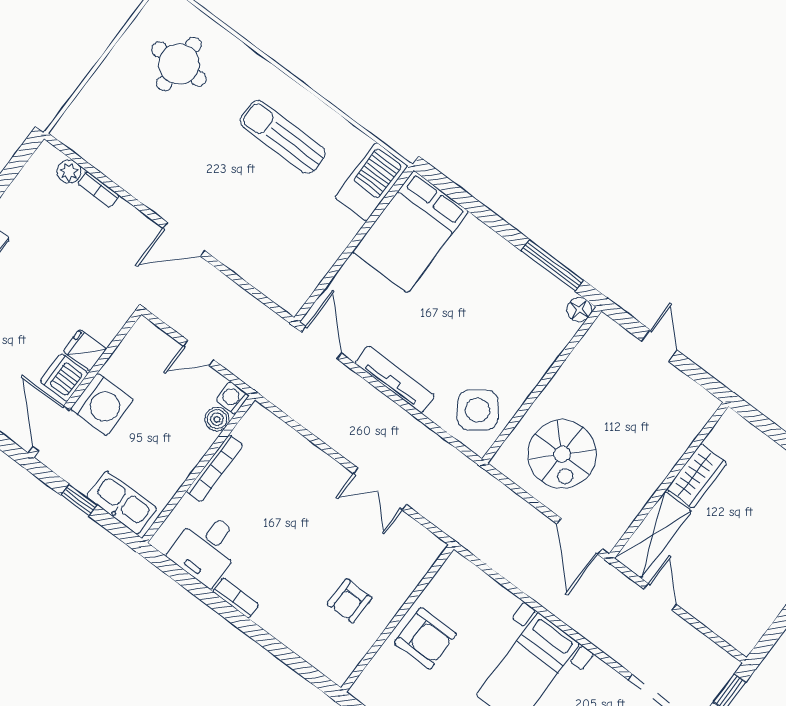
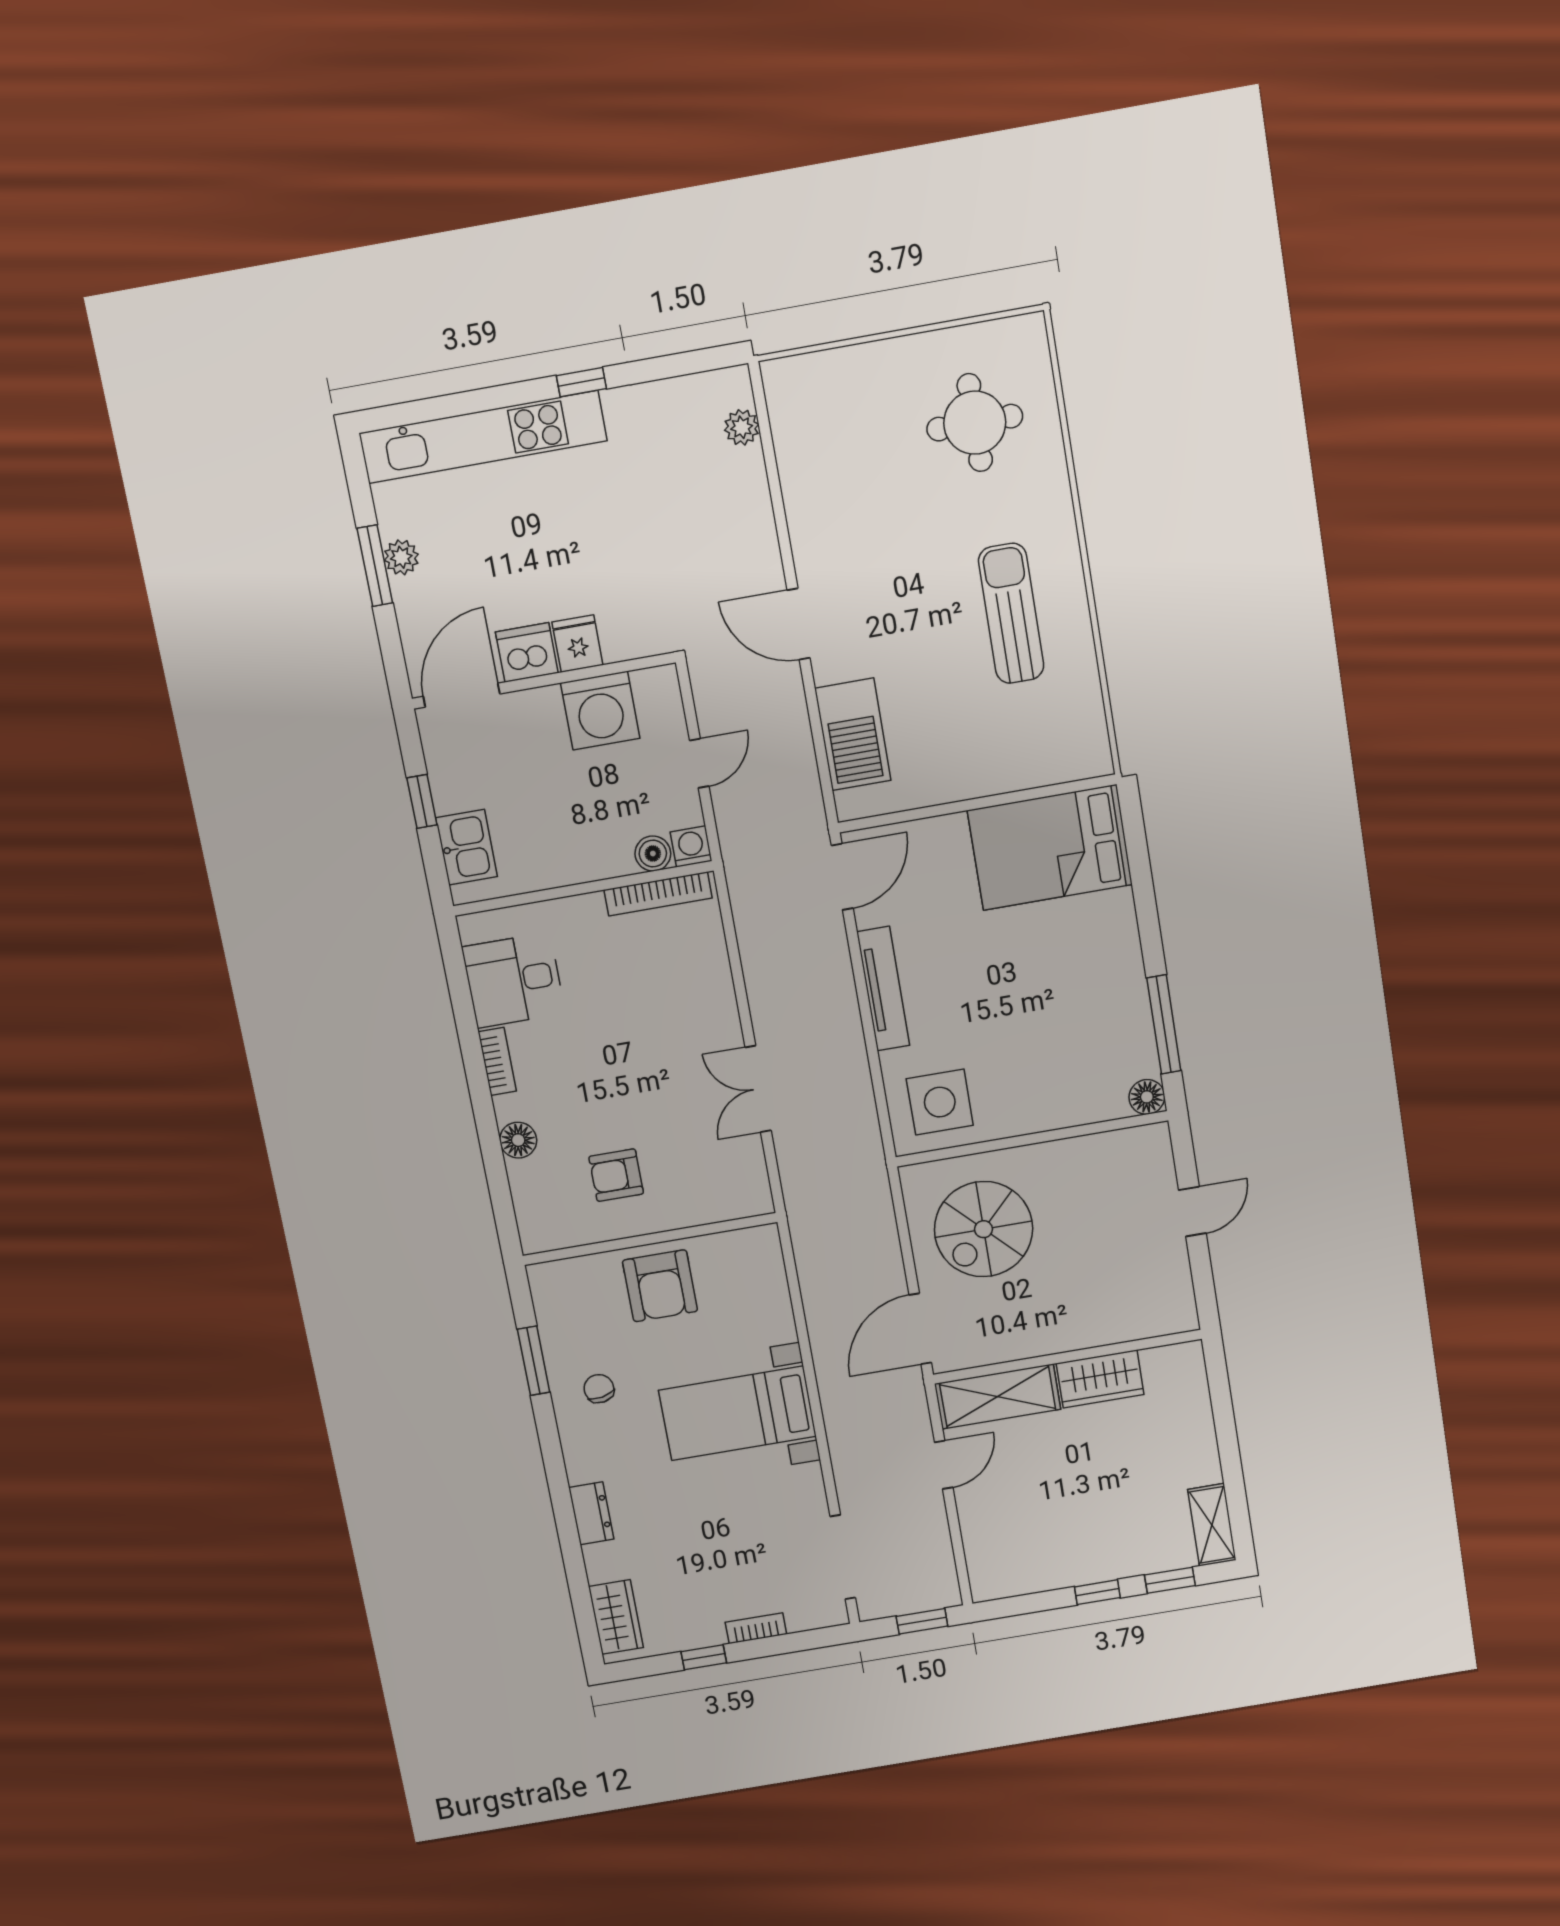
barbecue: (371, 182) -> (853, 734), moved, turned 90
bookcase: (98, 189) -> (756, 479), removed
door: (198, 353) -> (699, 763), swing flipped
washing machine: (102, 404) -> (600, 711), moved
side table: (478, 410) -> (940, 1102), turned 36
bookcase: (215, 468) -> (658, 894), moved
kitchen sink: (122, 503) -> (466, 847), width x0.73
floor lamp: (283, 629) -> (518, 1140), added

